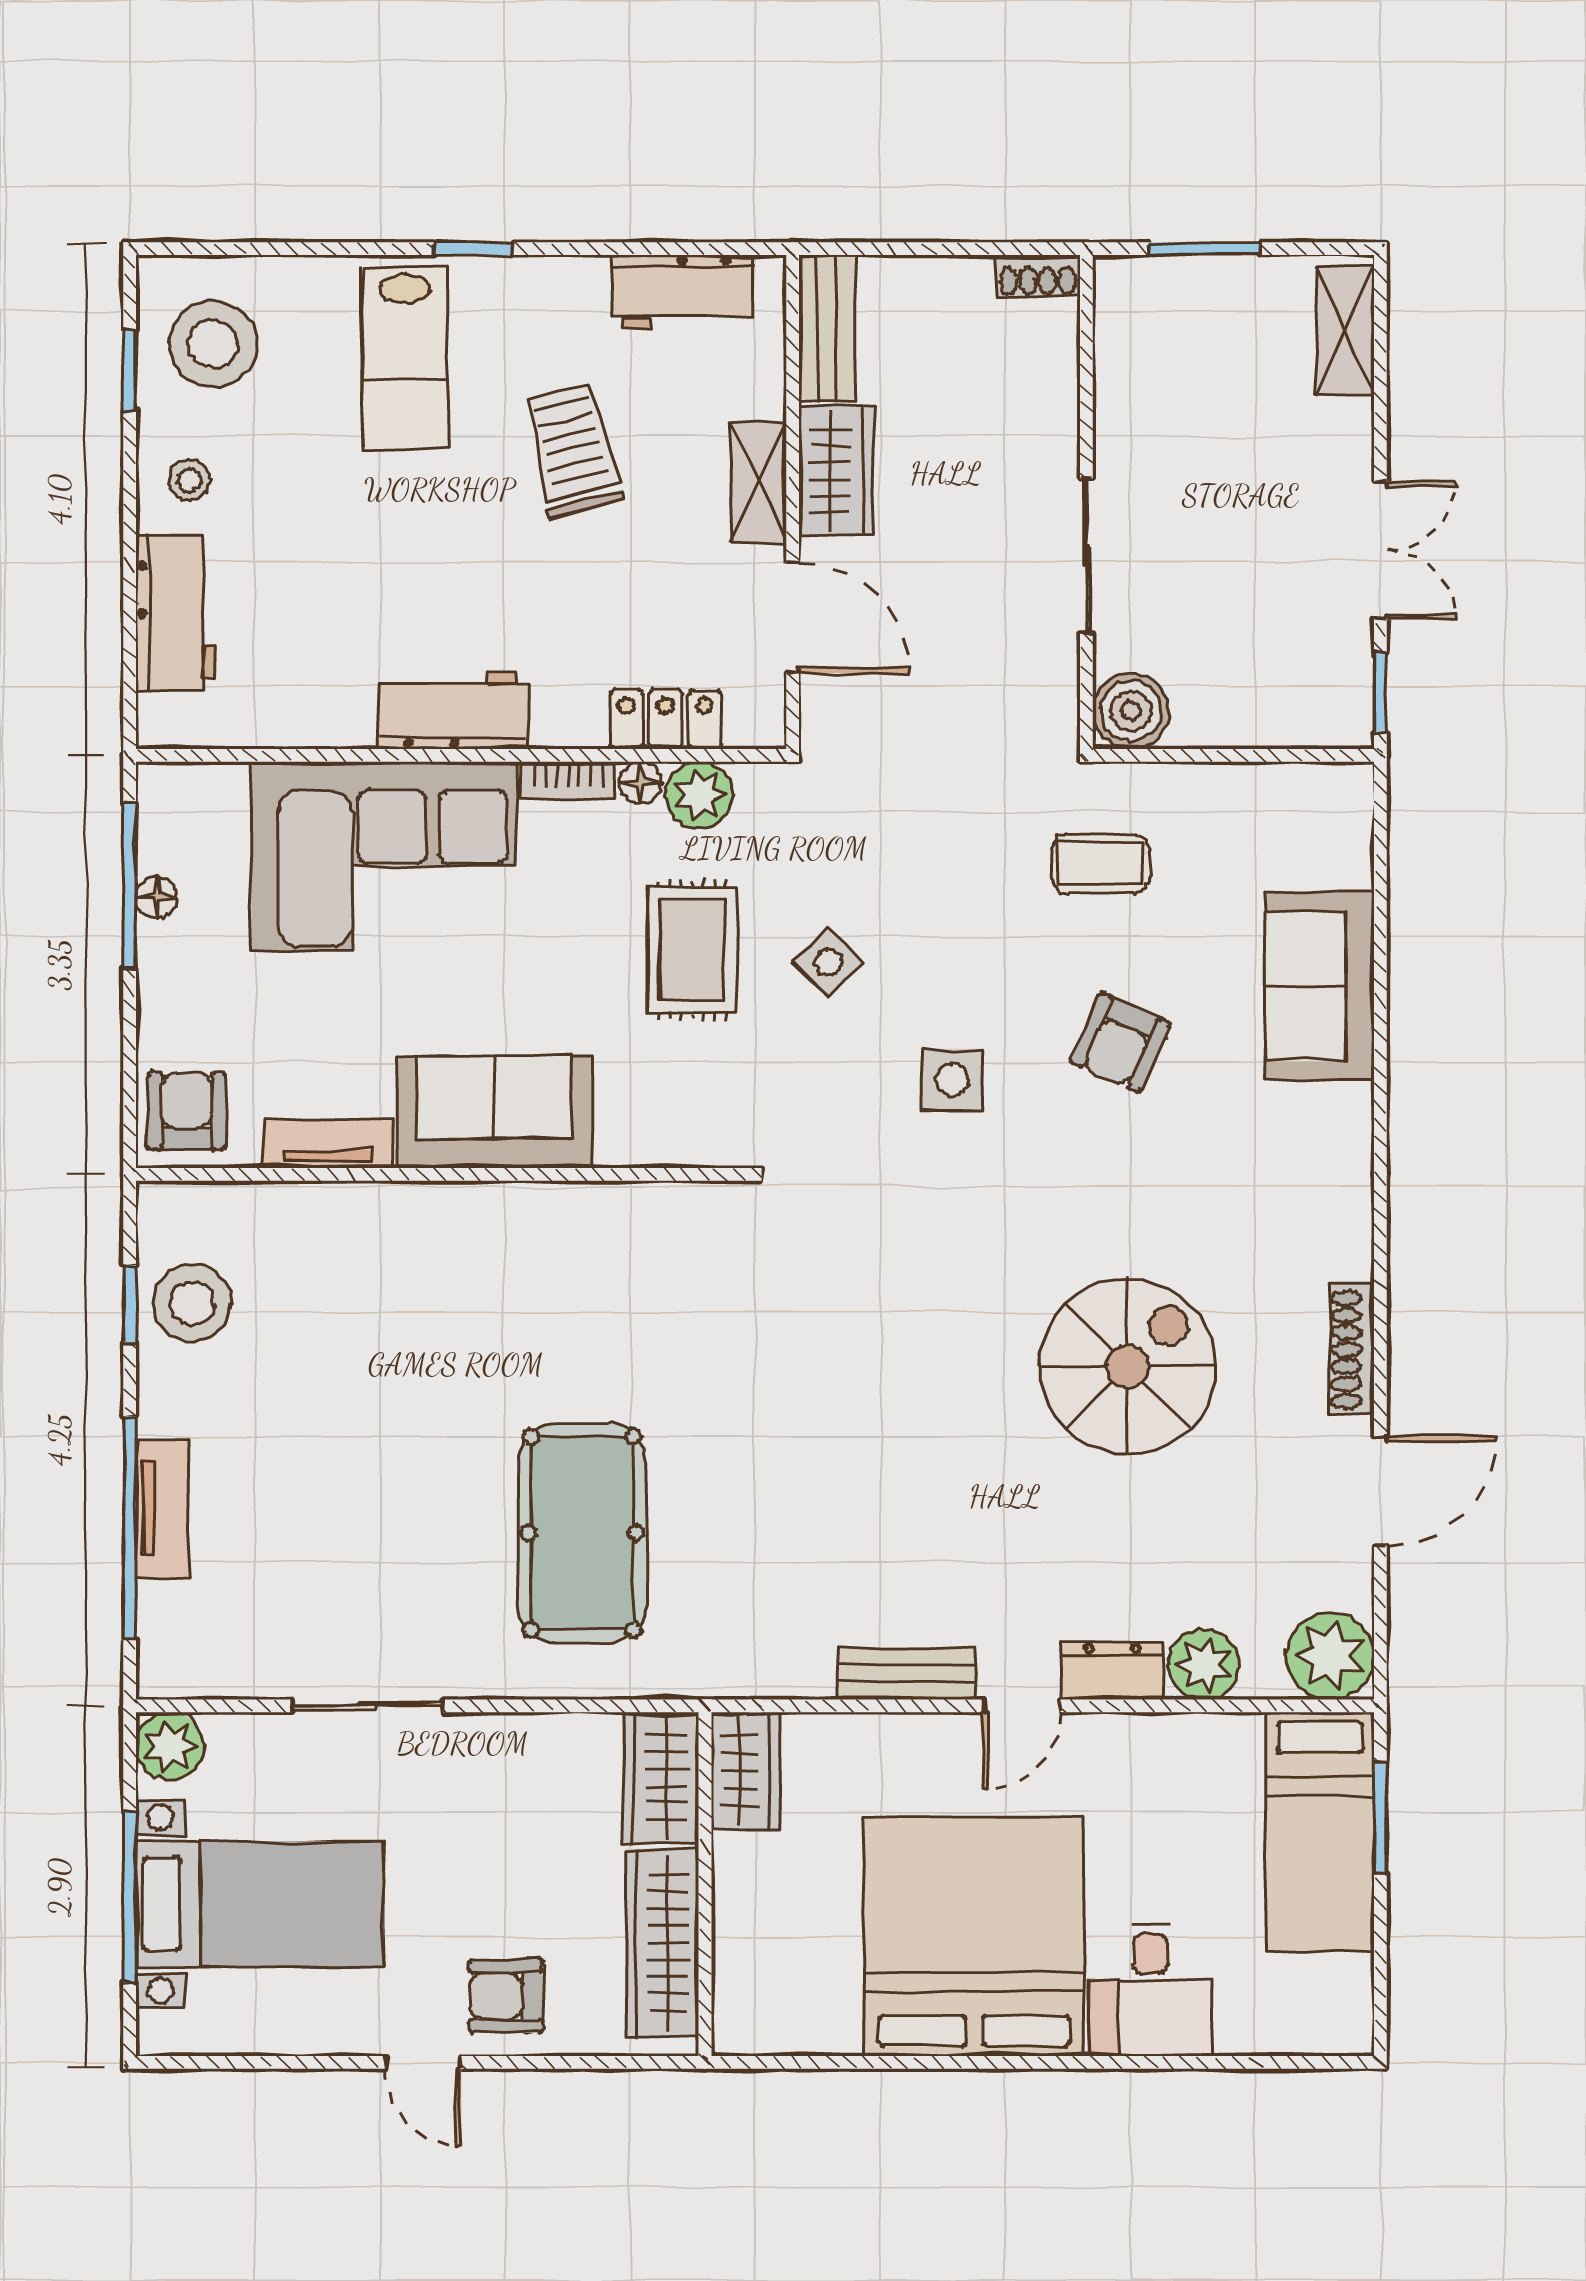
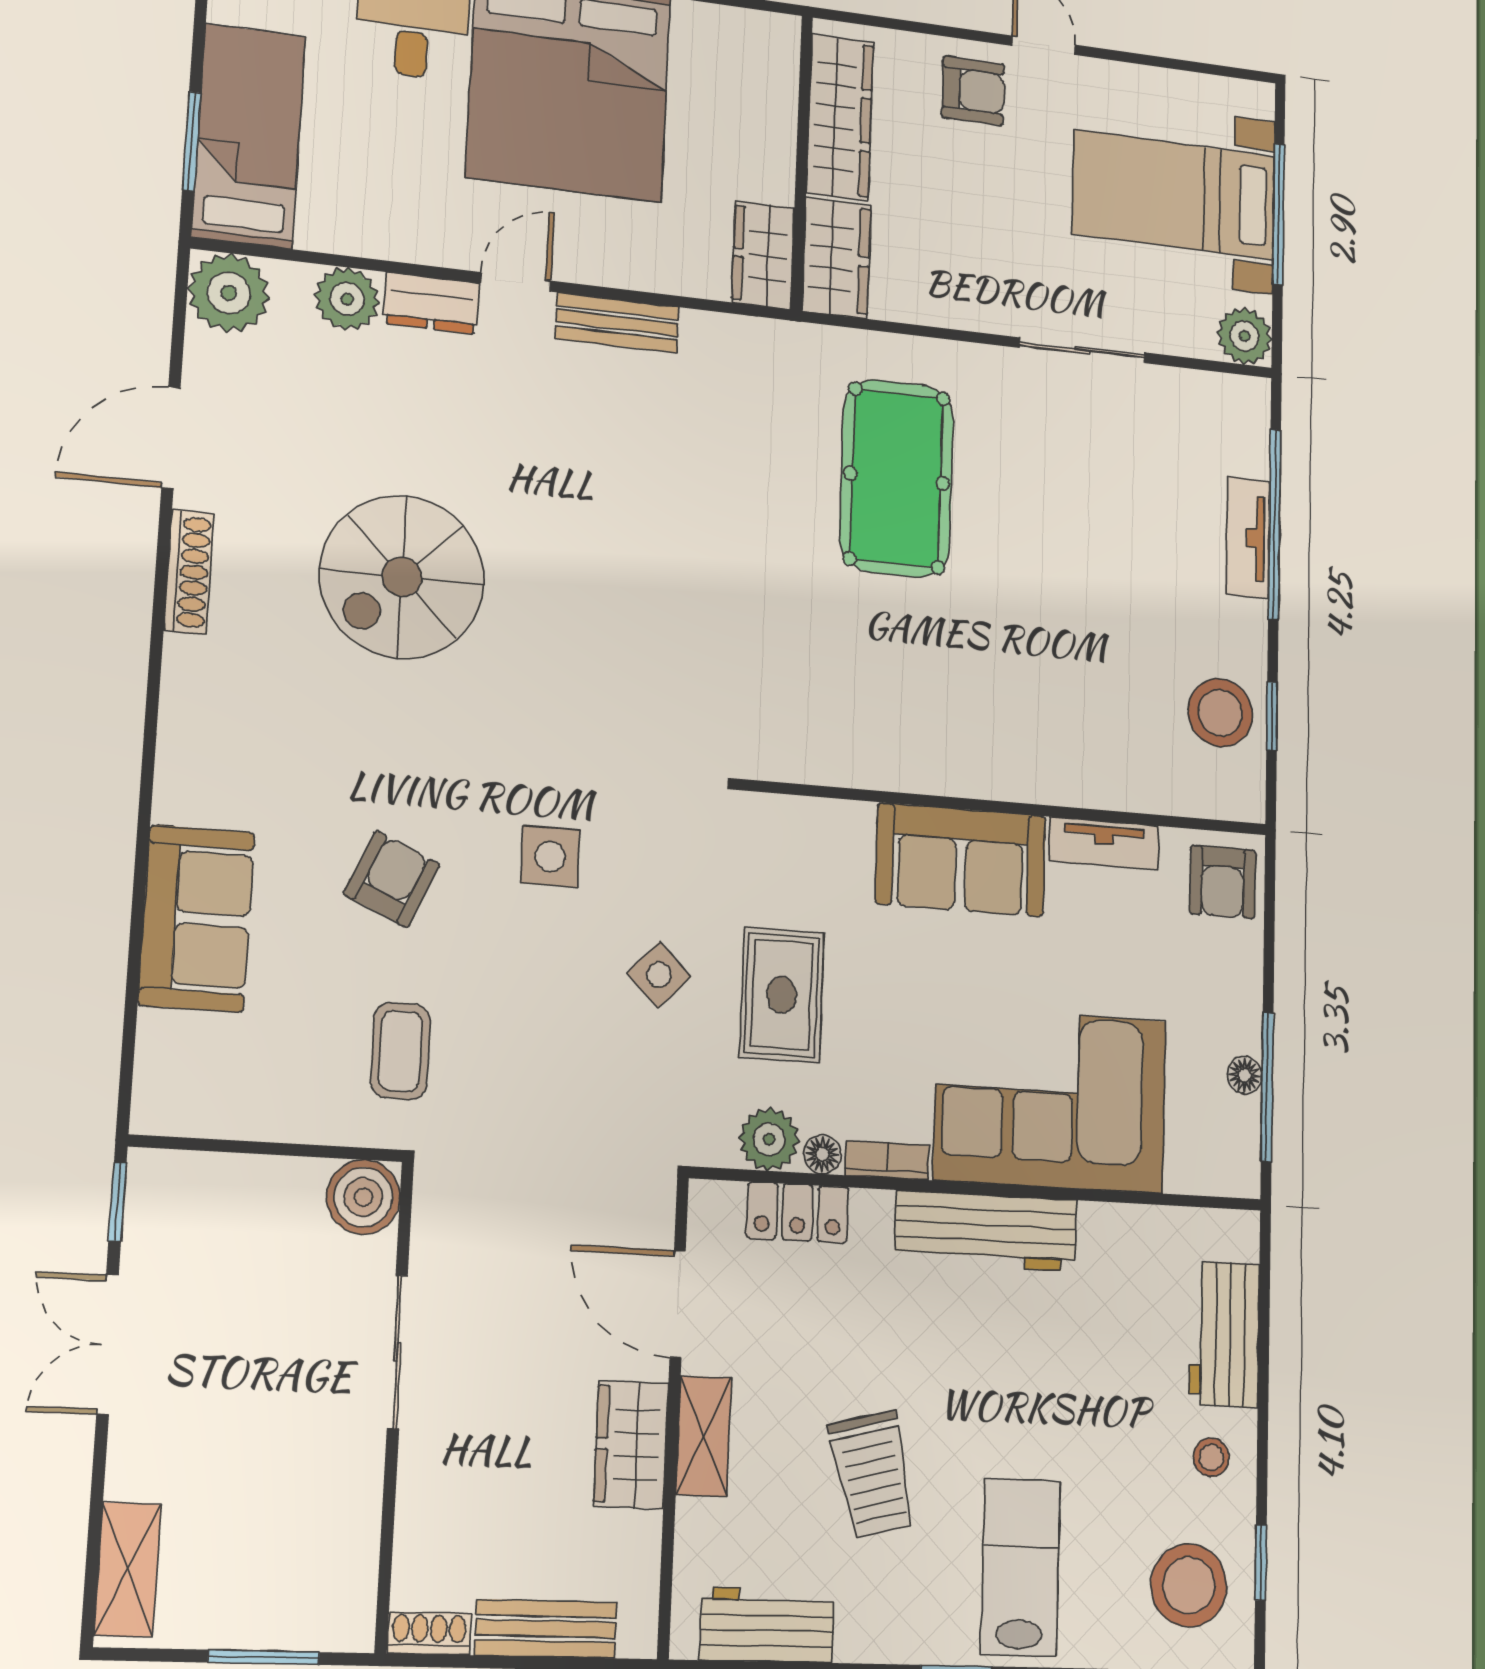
bench: (827, 328) -> (546, 1629), moved, turned 90
workbench: (454, 711) -> (986, 1231), width x1.38
coffee table: (1101, 864) -> (400, 1051), turned 90

